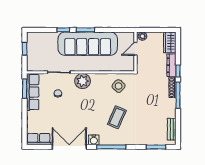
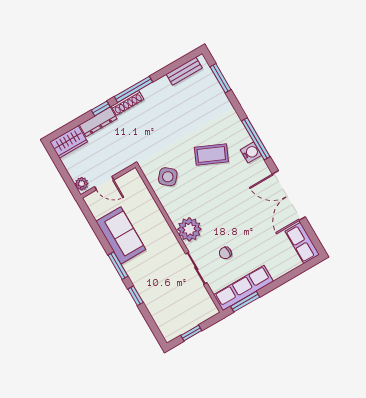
sofa: (88, 44) -> (121, 235), width x0.54, depth x0.79
water cooler: (94, 140) -> (251, 152), moved

